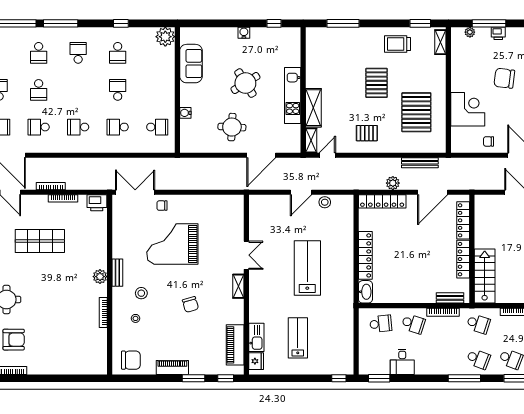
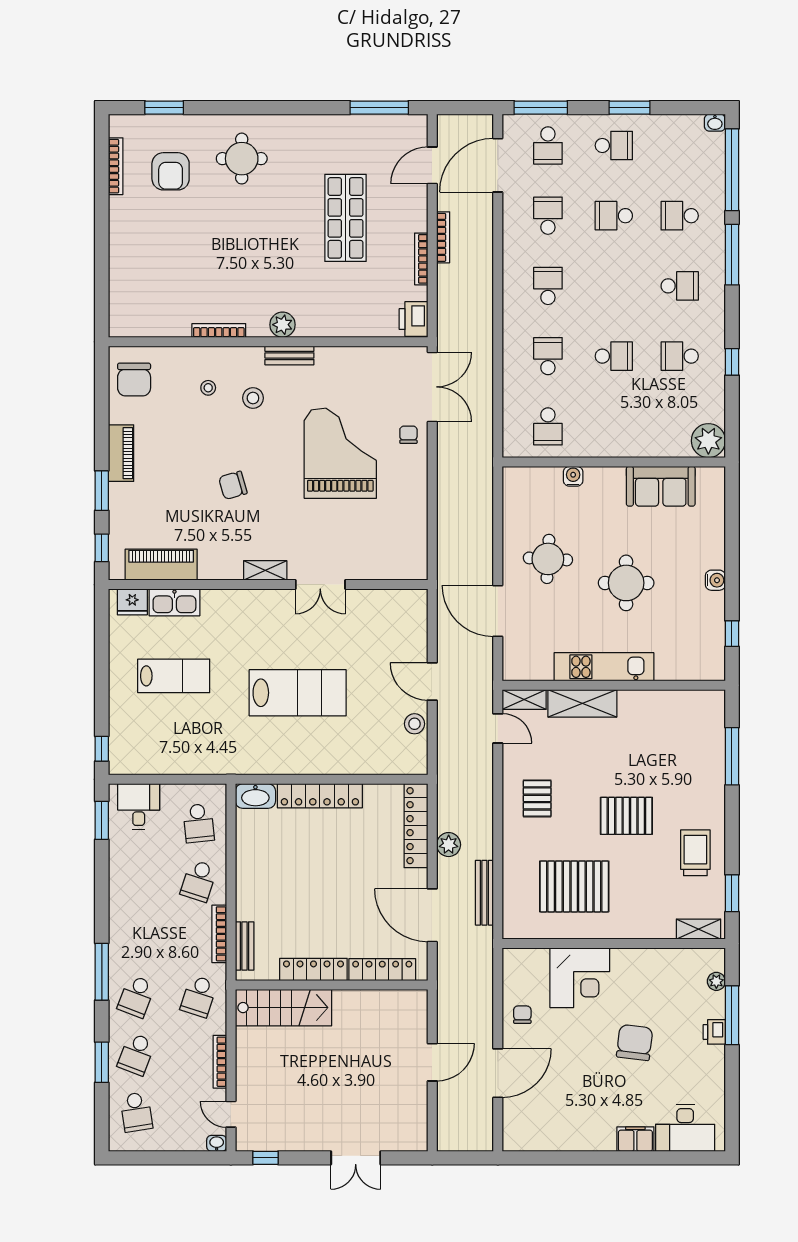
round table: (245, 83) -> (626, 583), turned 32
desk: (402, 362) -> (139, 806), moved, turned 90

